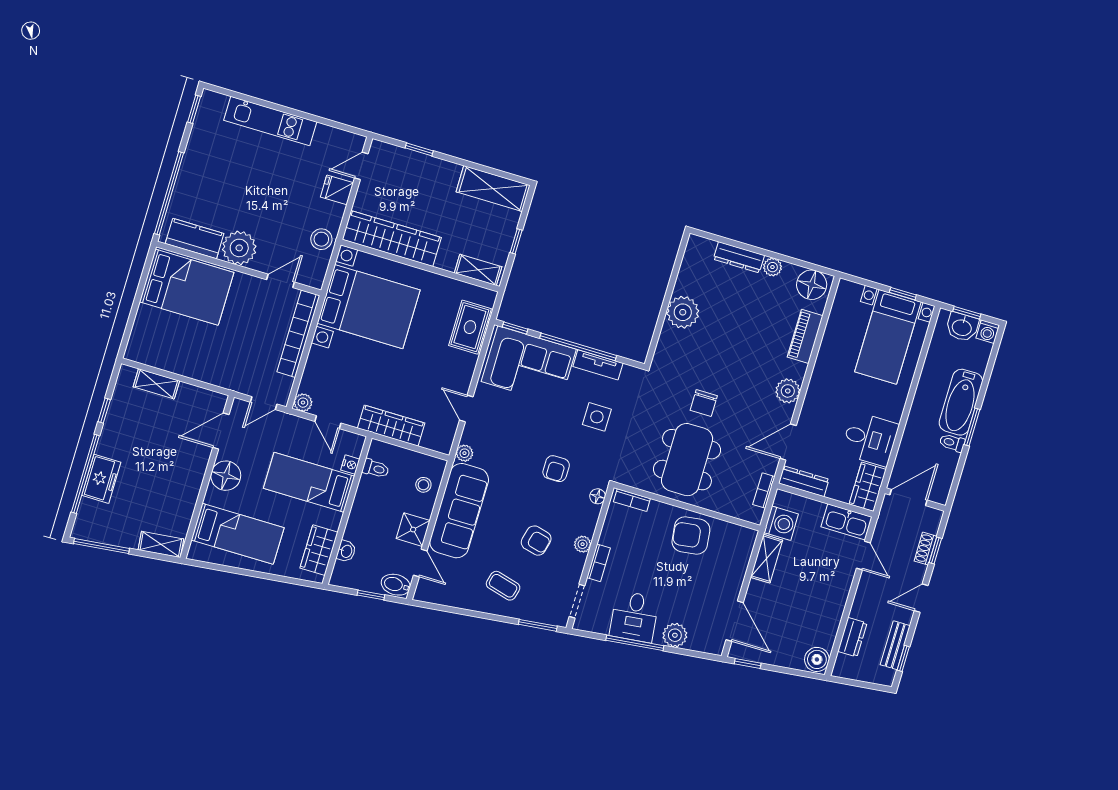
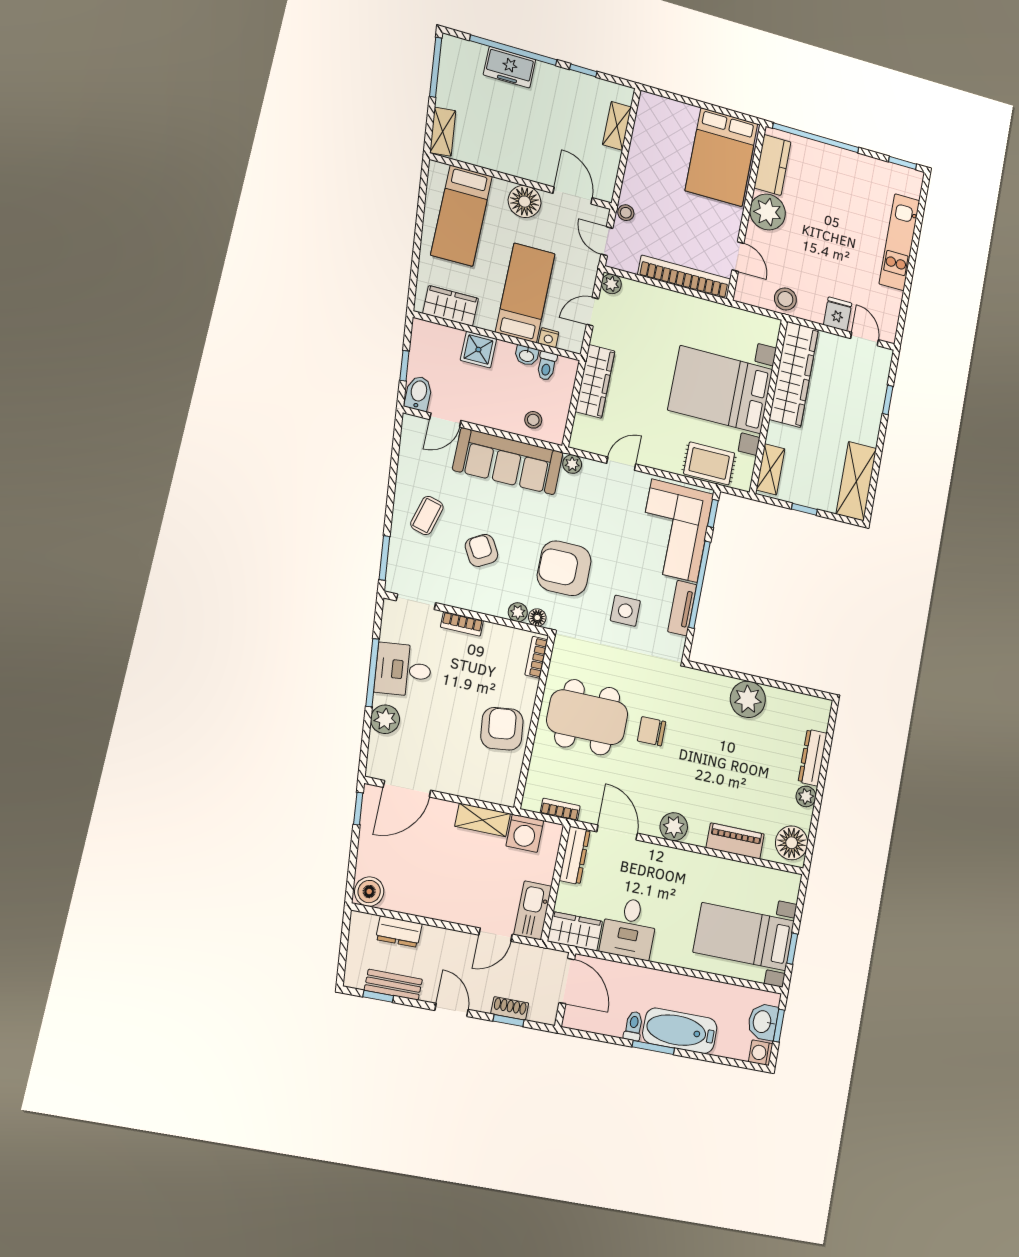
bed with nightstands: (369, 307) -> (720, 390), moved, turned 90
stool: (238, 383) -> (626, 213), added
armchair: (556, 469) -> (564, 568), width x1.88, depth x1.88
shower: (413, 530) -> (478, 350), moved
armchair: (536, 541) -> (481, 550), turned 136
plant: (583, 544) -> (518, 612), moved
washbasin: (346, 551) -> (527, 355), moved

